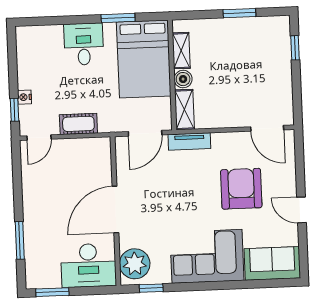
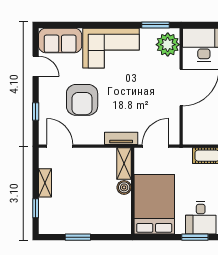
window: (118, 18) -> (195, 237), moved
shelving: (181, 51) -> (45, 183), moved
window: (300, 172) -> (36, 111), added
door: (302, 210) -> (36, 66), moved
window: (151, 288) -> (156, 25), width x1.50

